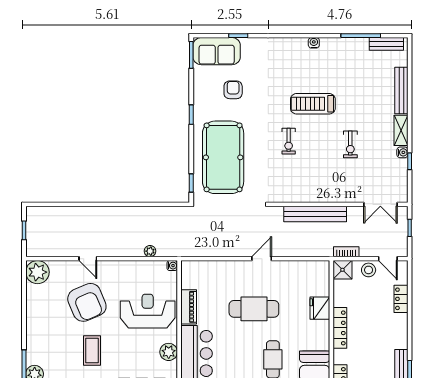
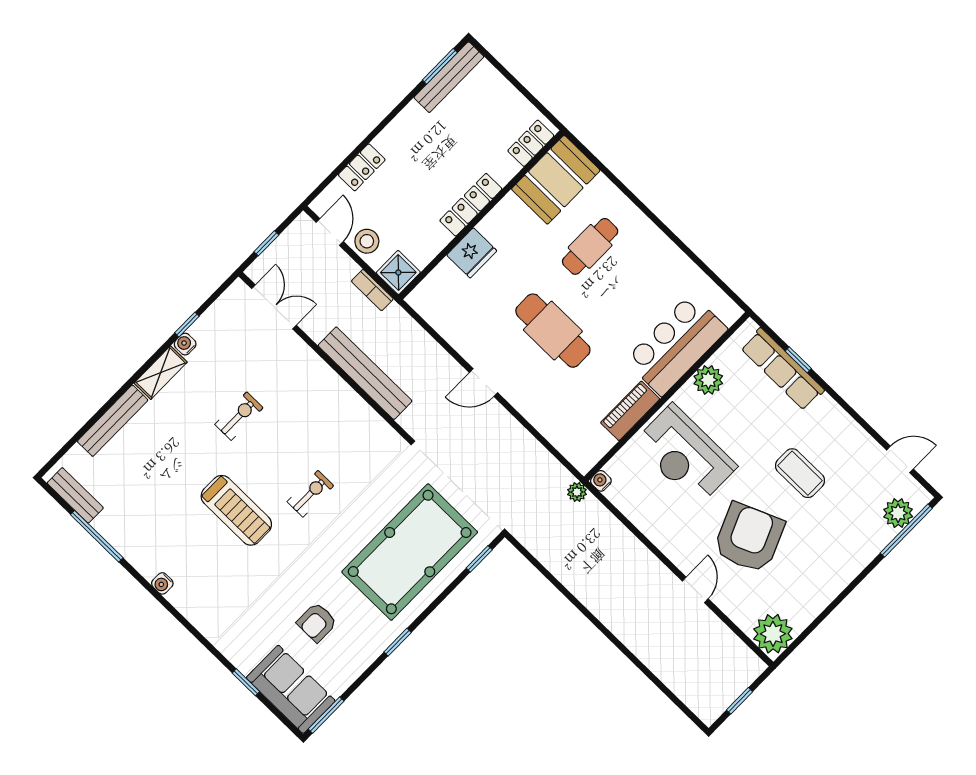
plant: (150, 251) -> (577, 492), moved
coffee table: (92, 350) -> (800, 473), turned 90

